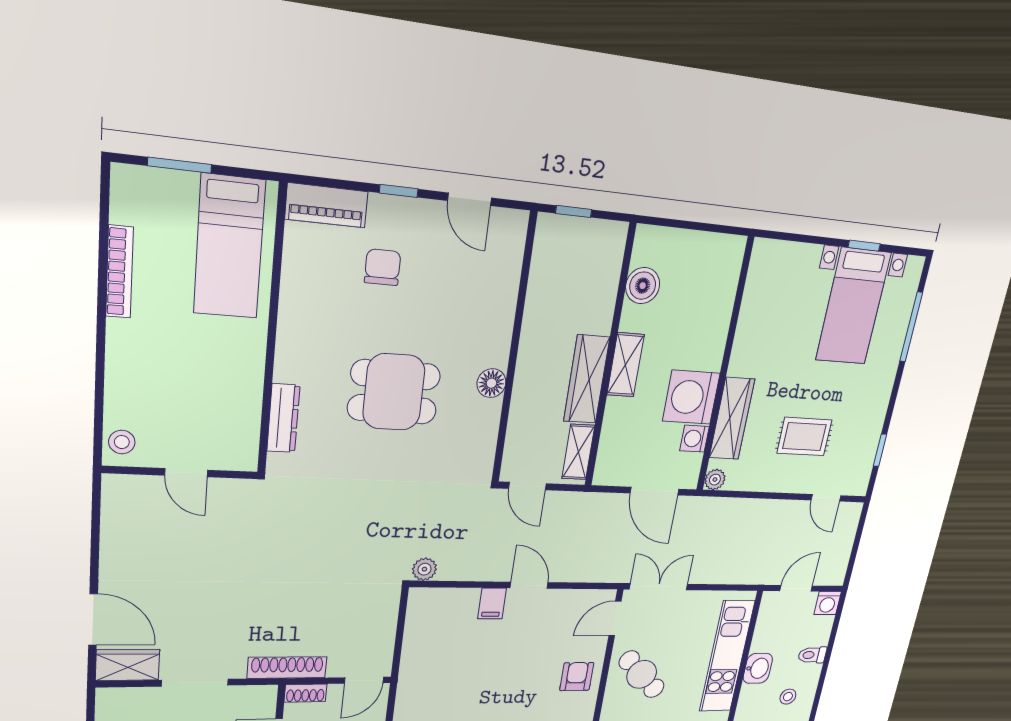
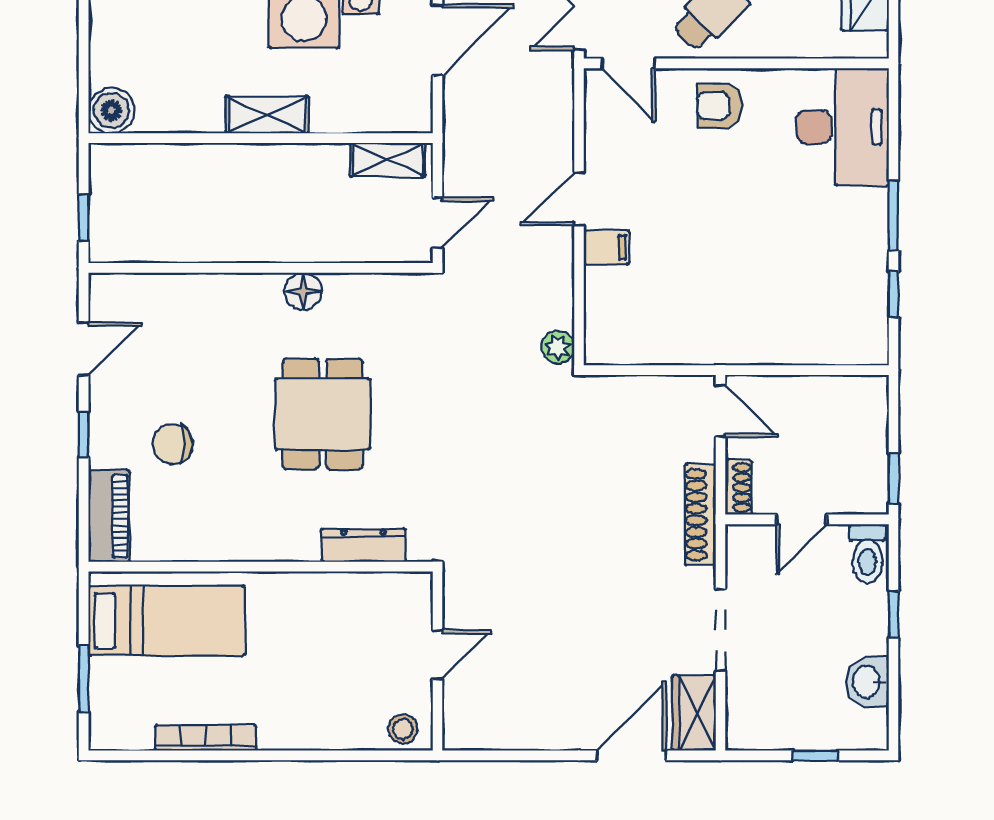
boiler: (643, 286) -> (111, 110), moved
wardrobe: (587, 379) -> (290, 165), removed

